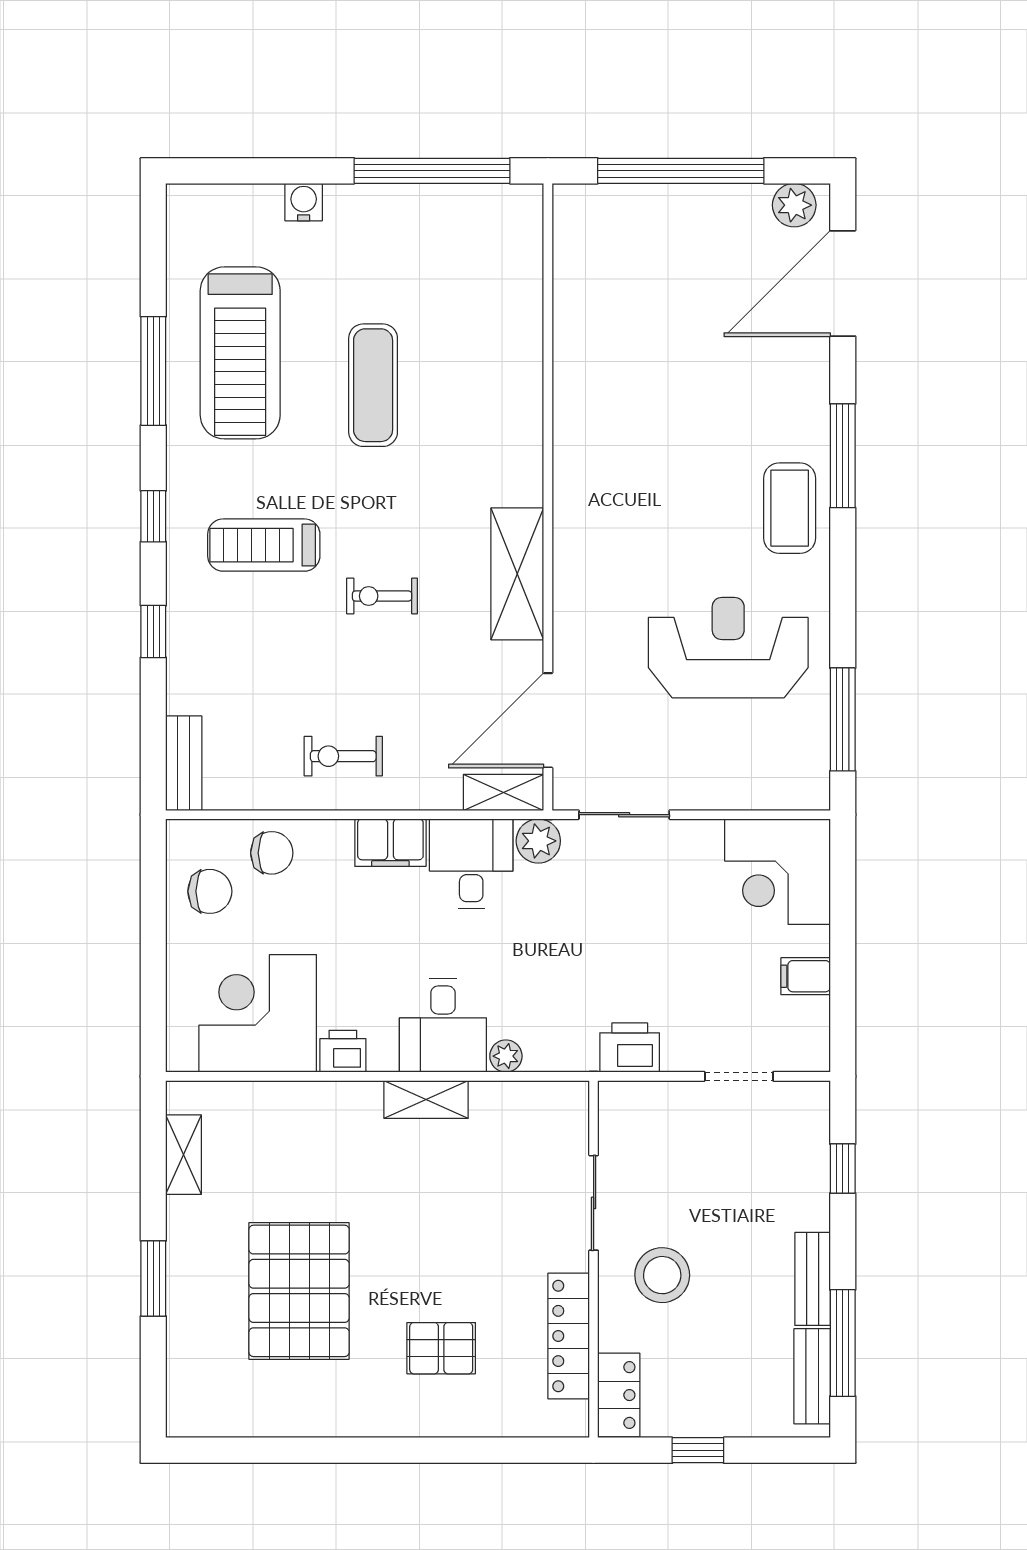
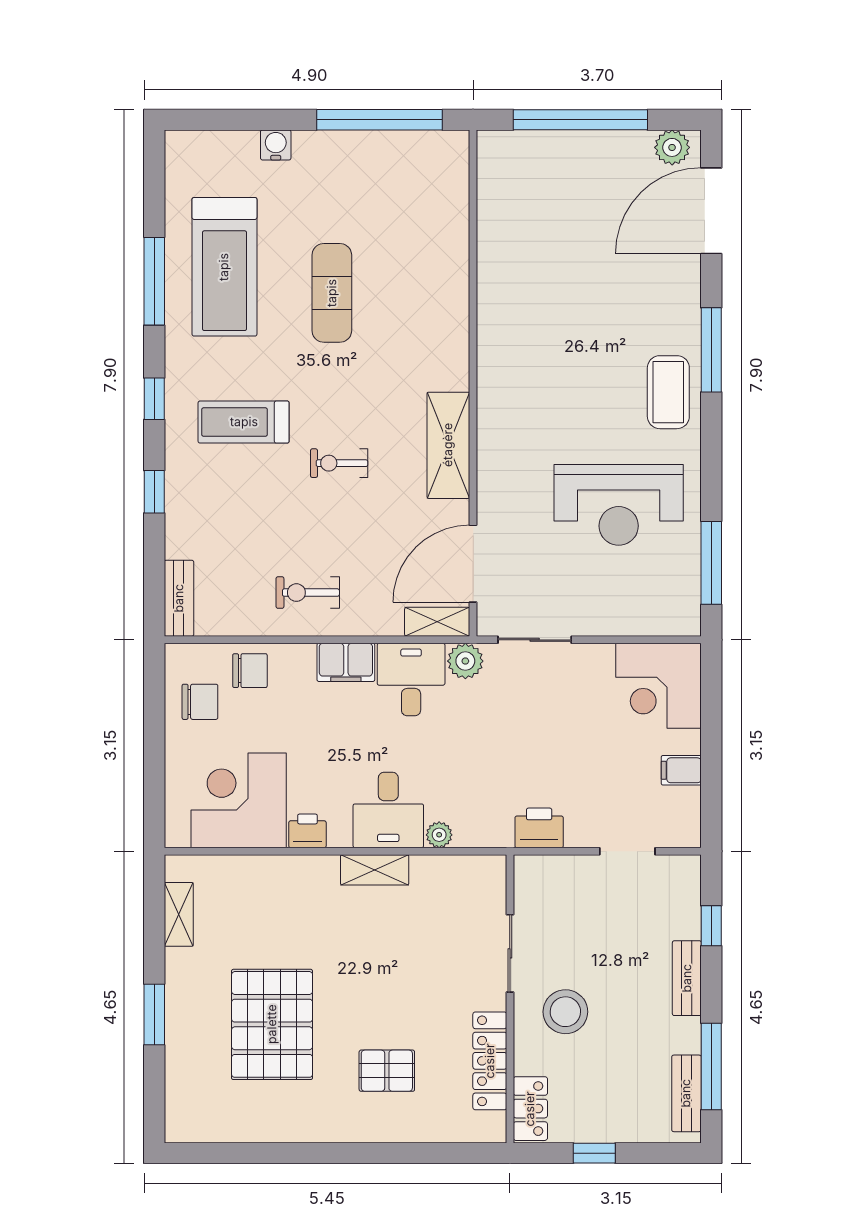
reception desk: (728, 648) -> (619, 505), turned 180
bench: (813, 1279) -> (687, 978), moved

